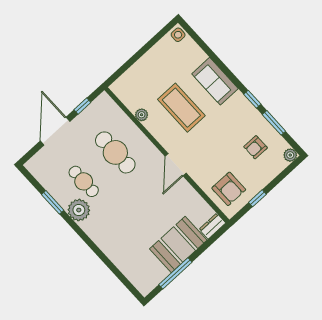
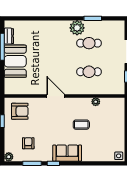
sofa: (215, 81) -> (67, 153), moved
coffee table: (181, 108) -> (81, 125), width x0.54, depth x0.58
cafe table: (115, 152) -> (89, 72), width x0.73, depth x0.74
armchair: (229, 189) -> (20, 111), turned 180
dresser: (212, 226) -> (9, 36), moved

